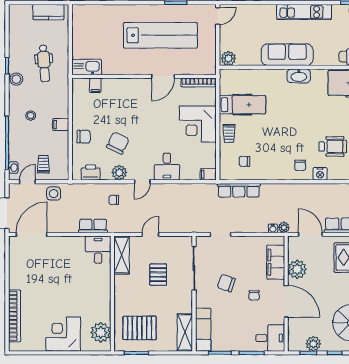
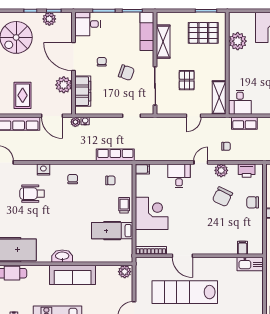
door: (163, 76) -> (182, 256), swing flipped
chair: (300, 165) -> (73, 179), moved
plant: (101, 332) -> (238, 41), moved
shelving: (185, 332) -> (163, 42), moved

